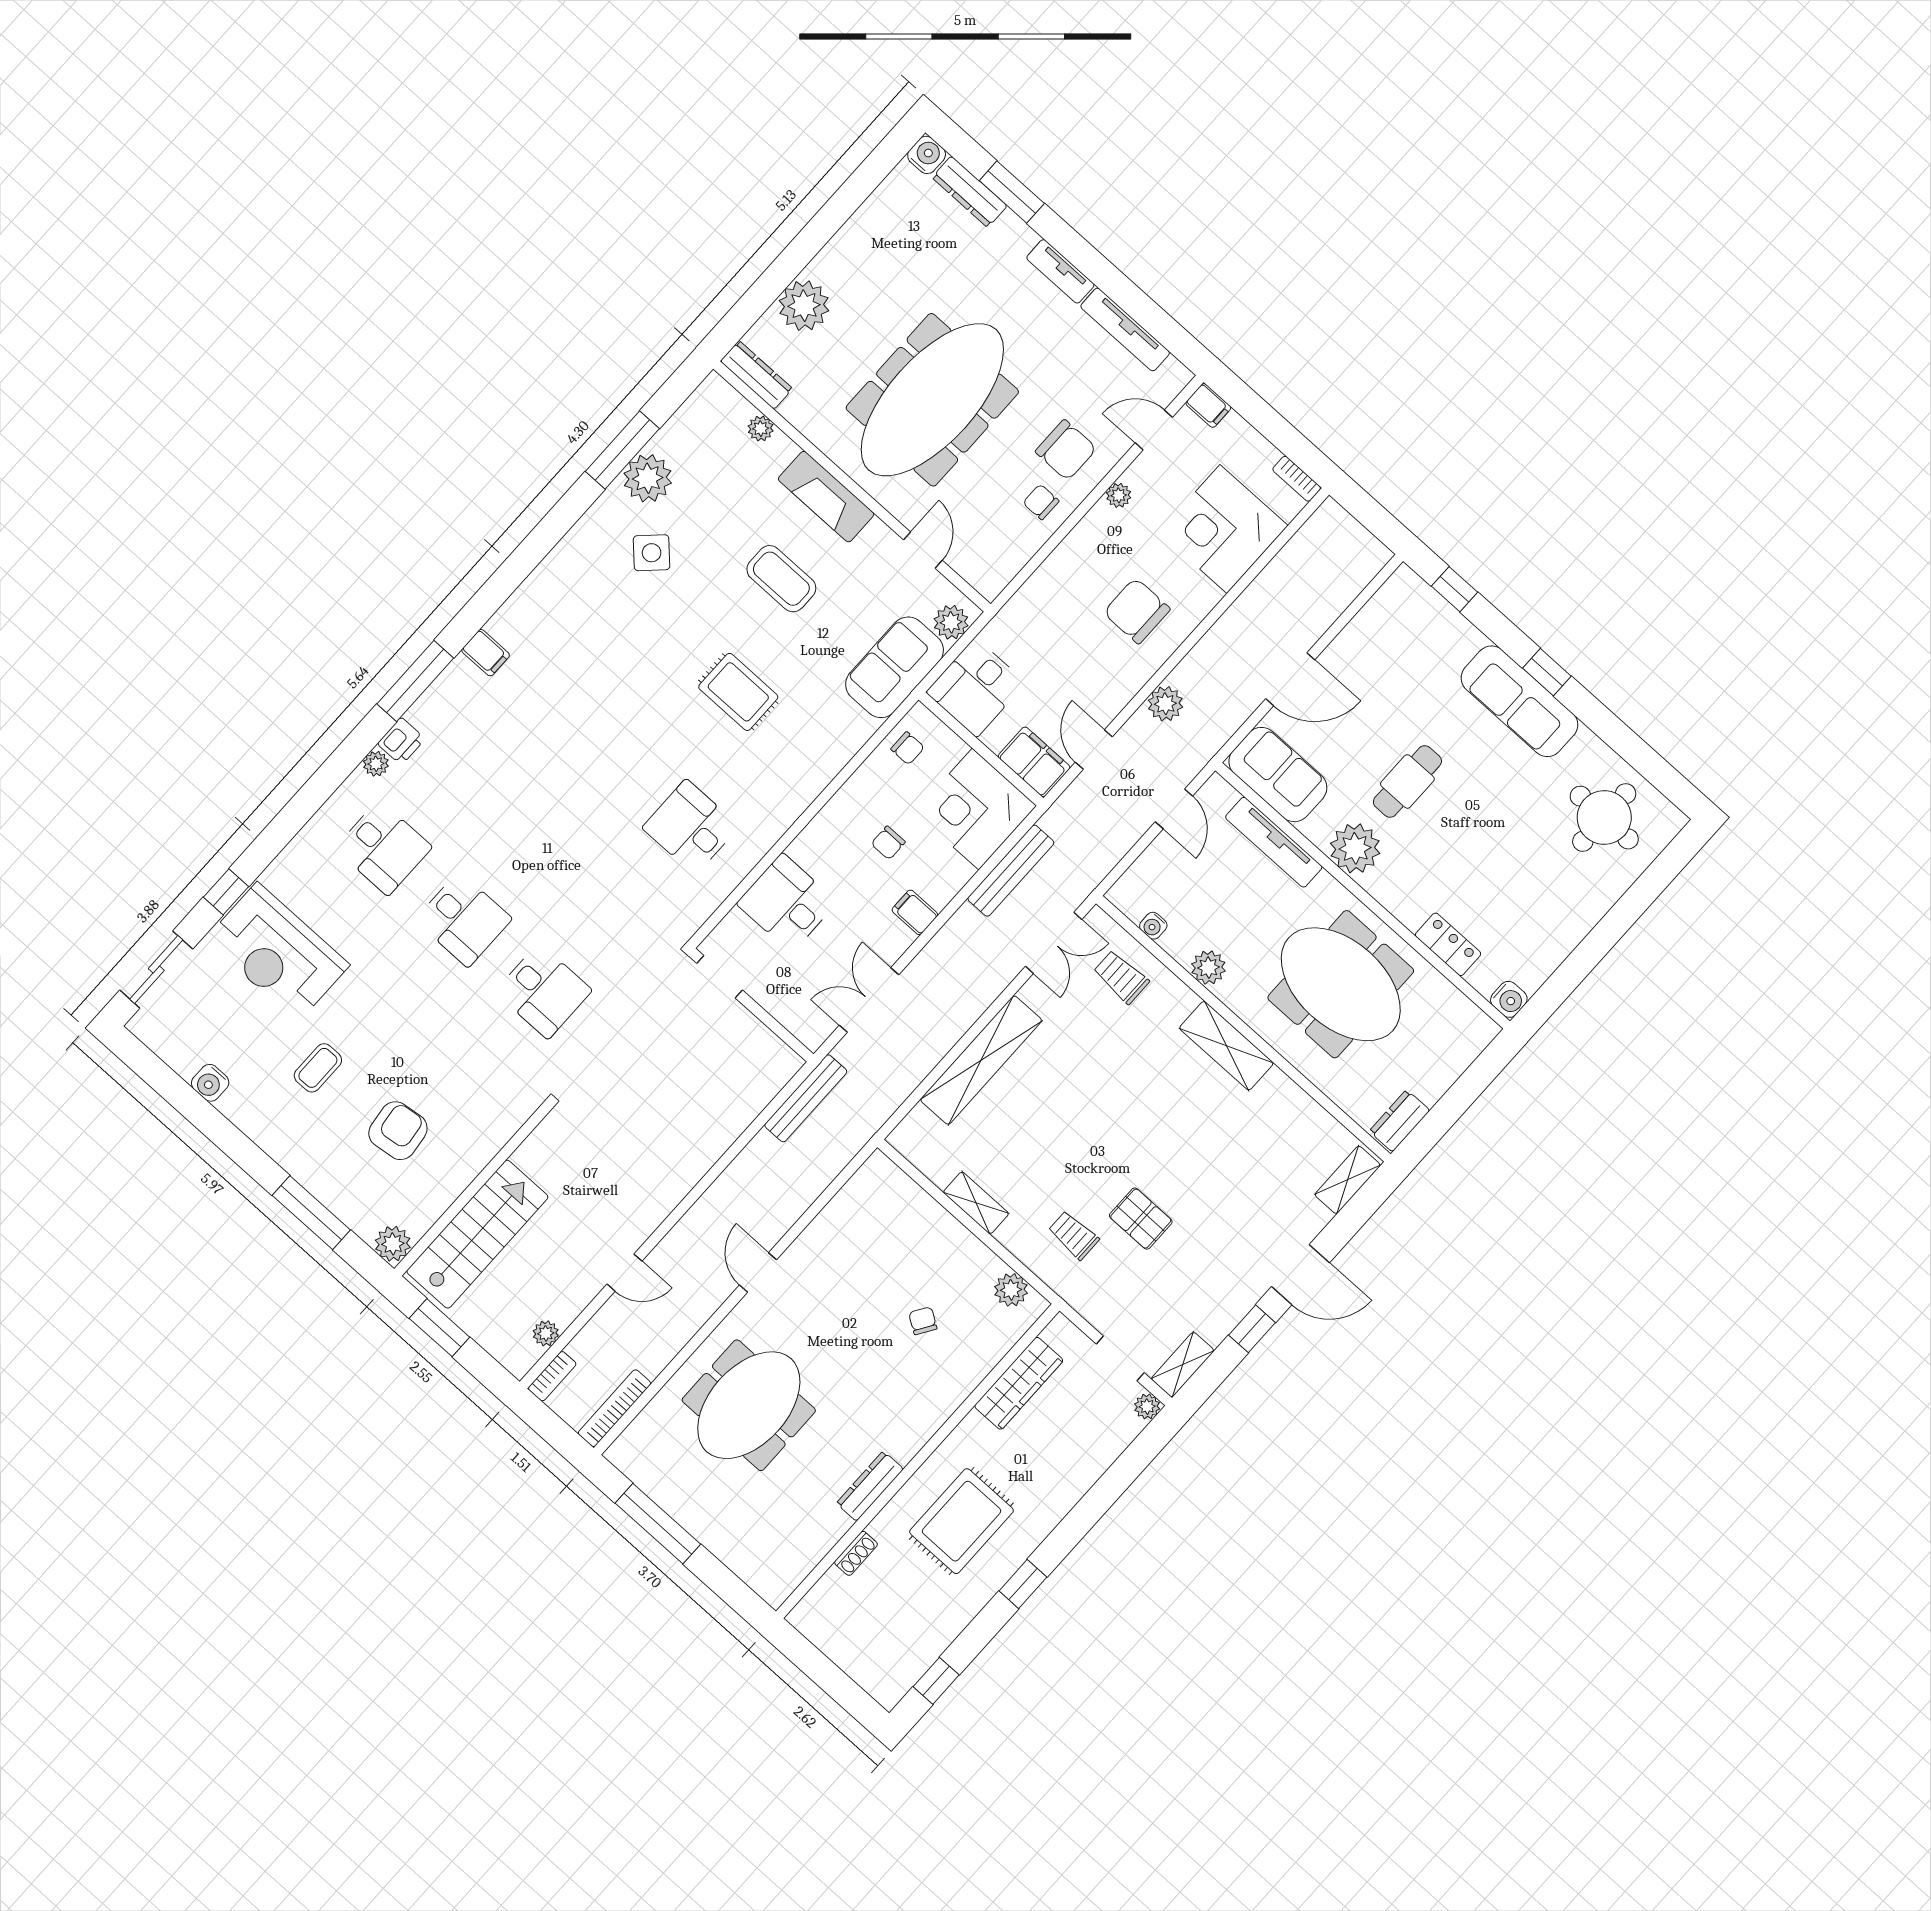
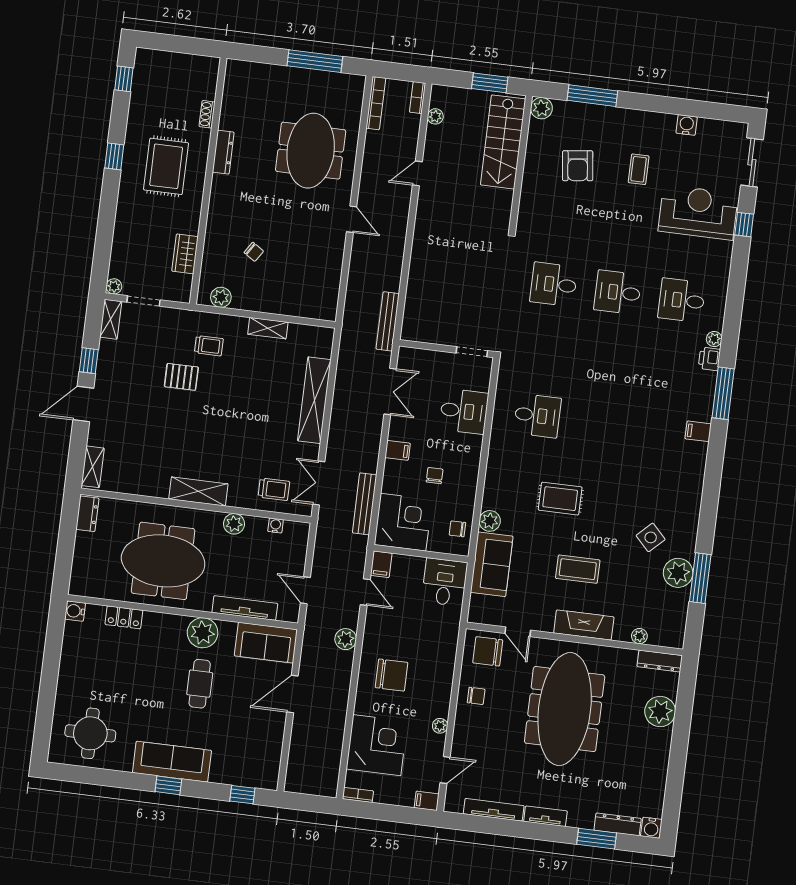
chair: (1066, 450) -> (488, 651), moved
plant: (951, 622) -> (490, 521), moved
filing cabinet: (1034, 762) -> (381, 564), width x0.50
wardrobe: (1019, 1383) -> (185, 254), width x0.67

